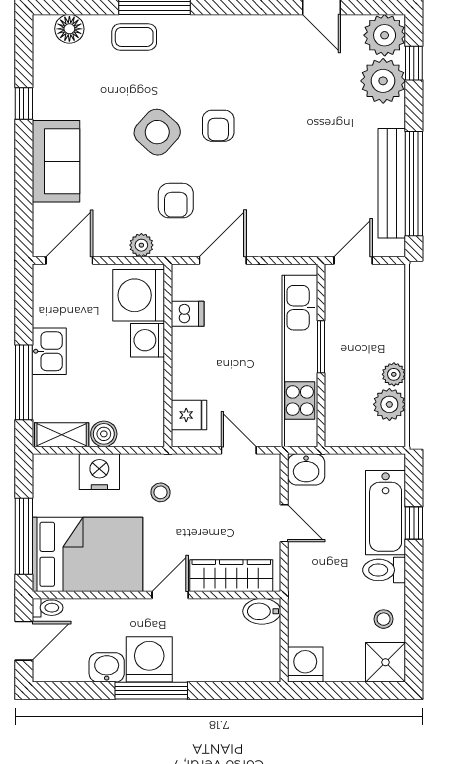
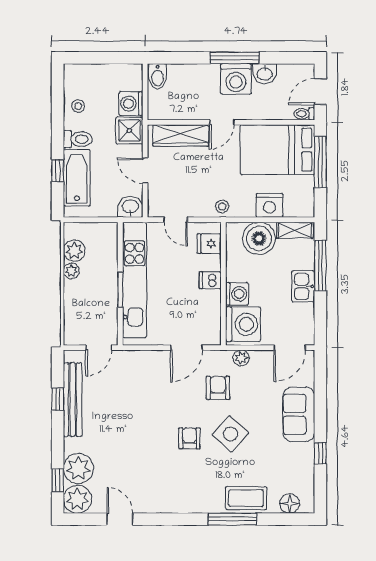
coffee table: (134, 37) -> (246, 498), width x1.36, depth x1.30
window: (414, 184) -> (58, 399), width x0.32
dishwasher: (188, 314) -> (210, 280), moved
boiler: (104, 434) -> (259, 238), width x1.86, depth x1.86
stool: (160, 492) -> (222, 206), moved
bidet: (262, 611) -> (158, 76), moved, turned 90
shower: (385, 662) -> (129, 131), moved
washing machine: (305, 665) -> (131, 104), moved, turned 90

